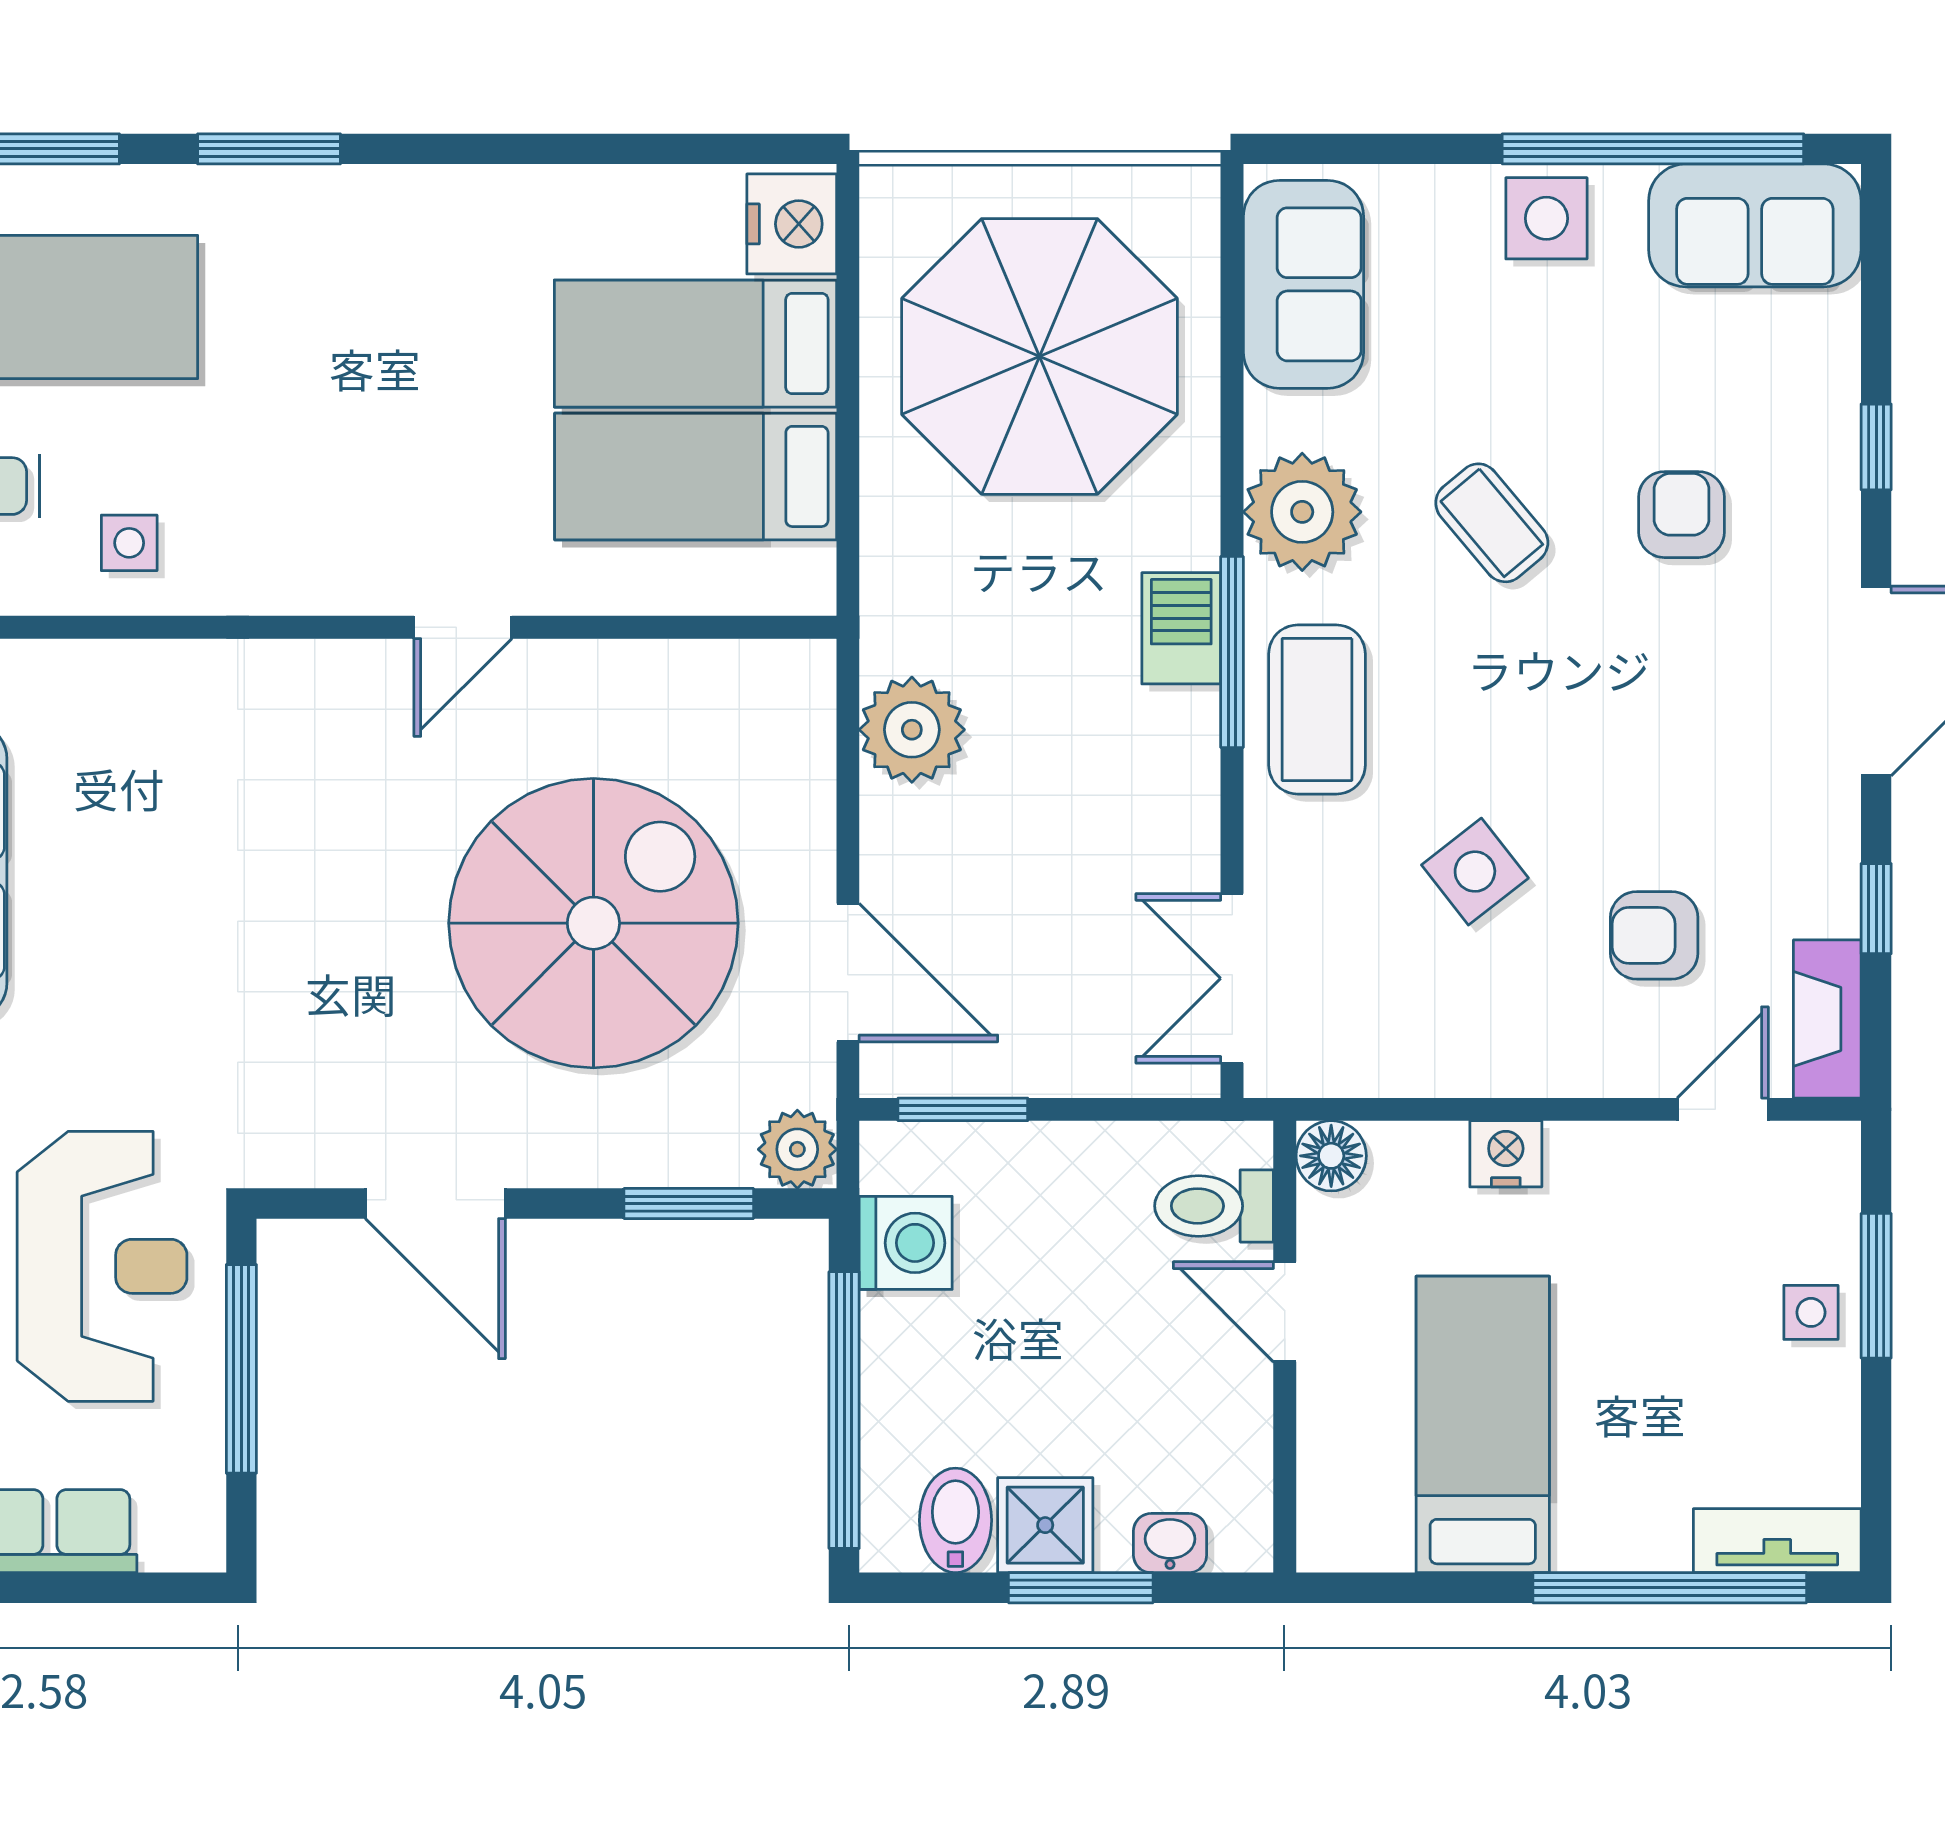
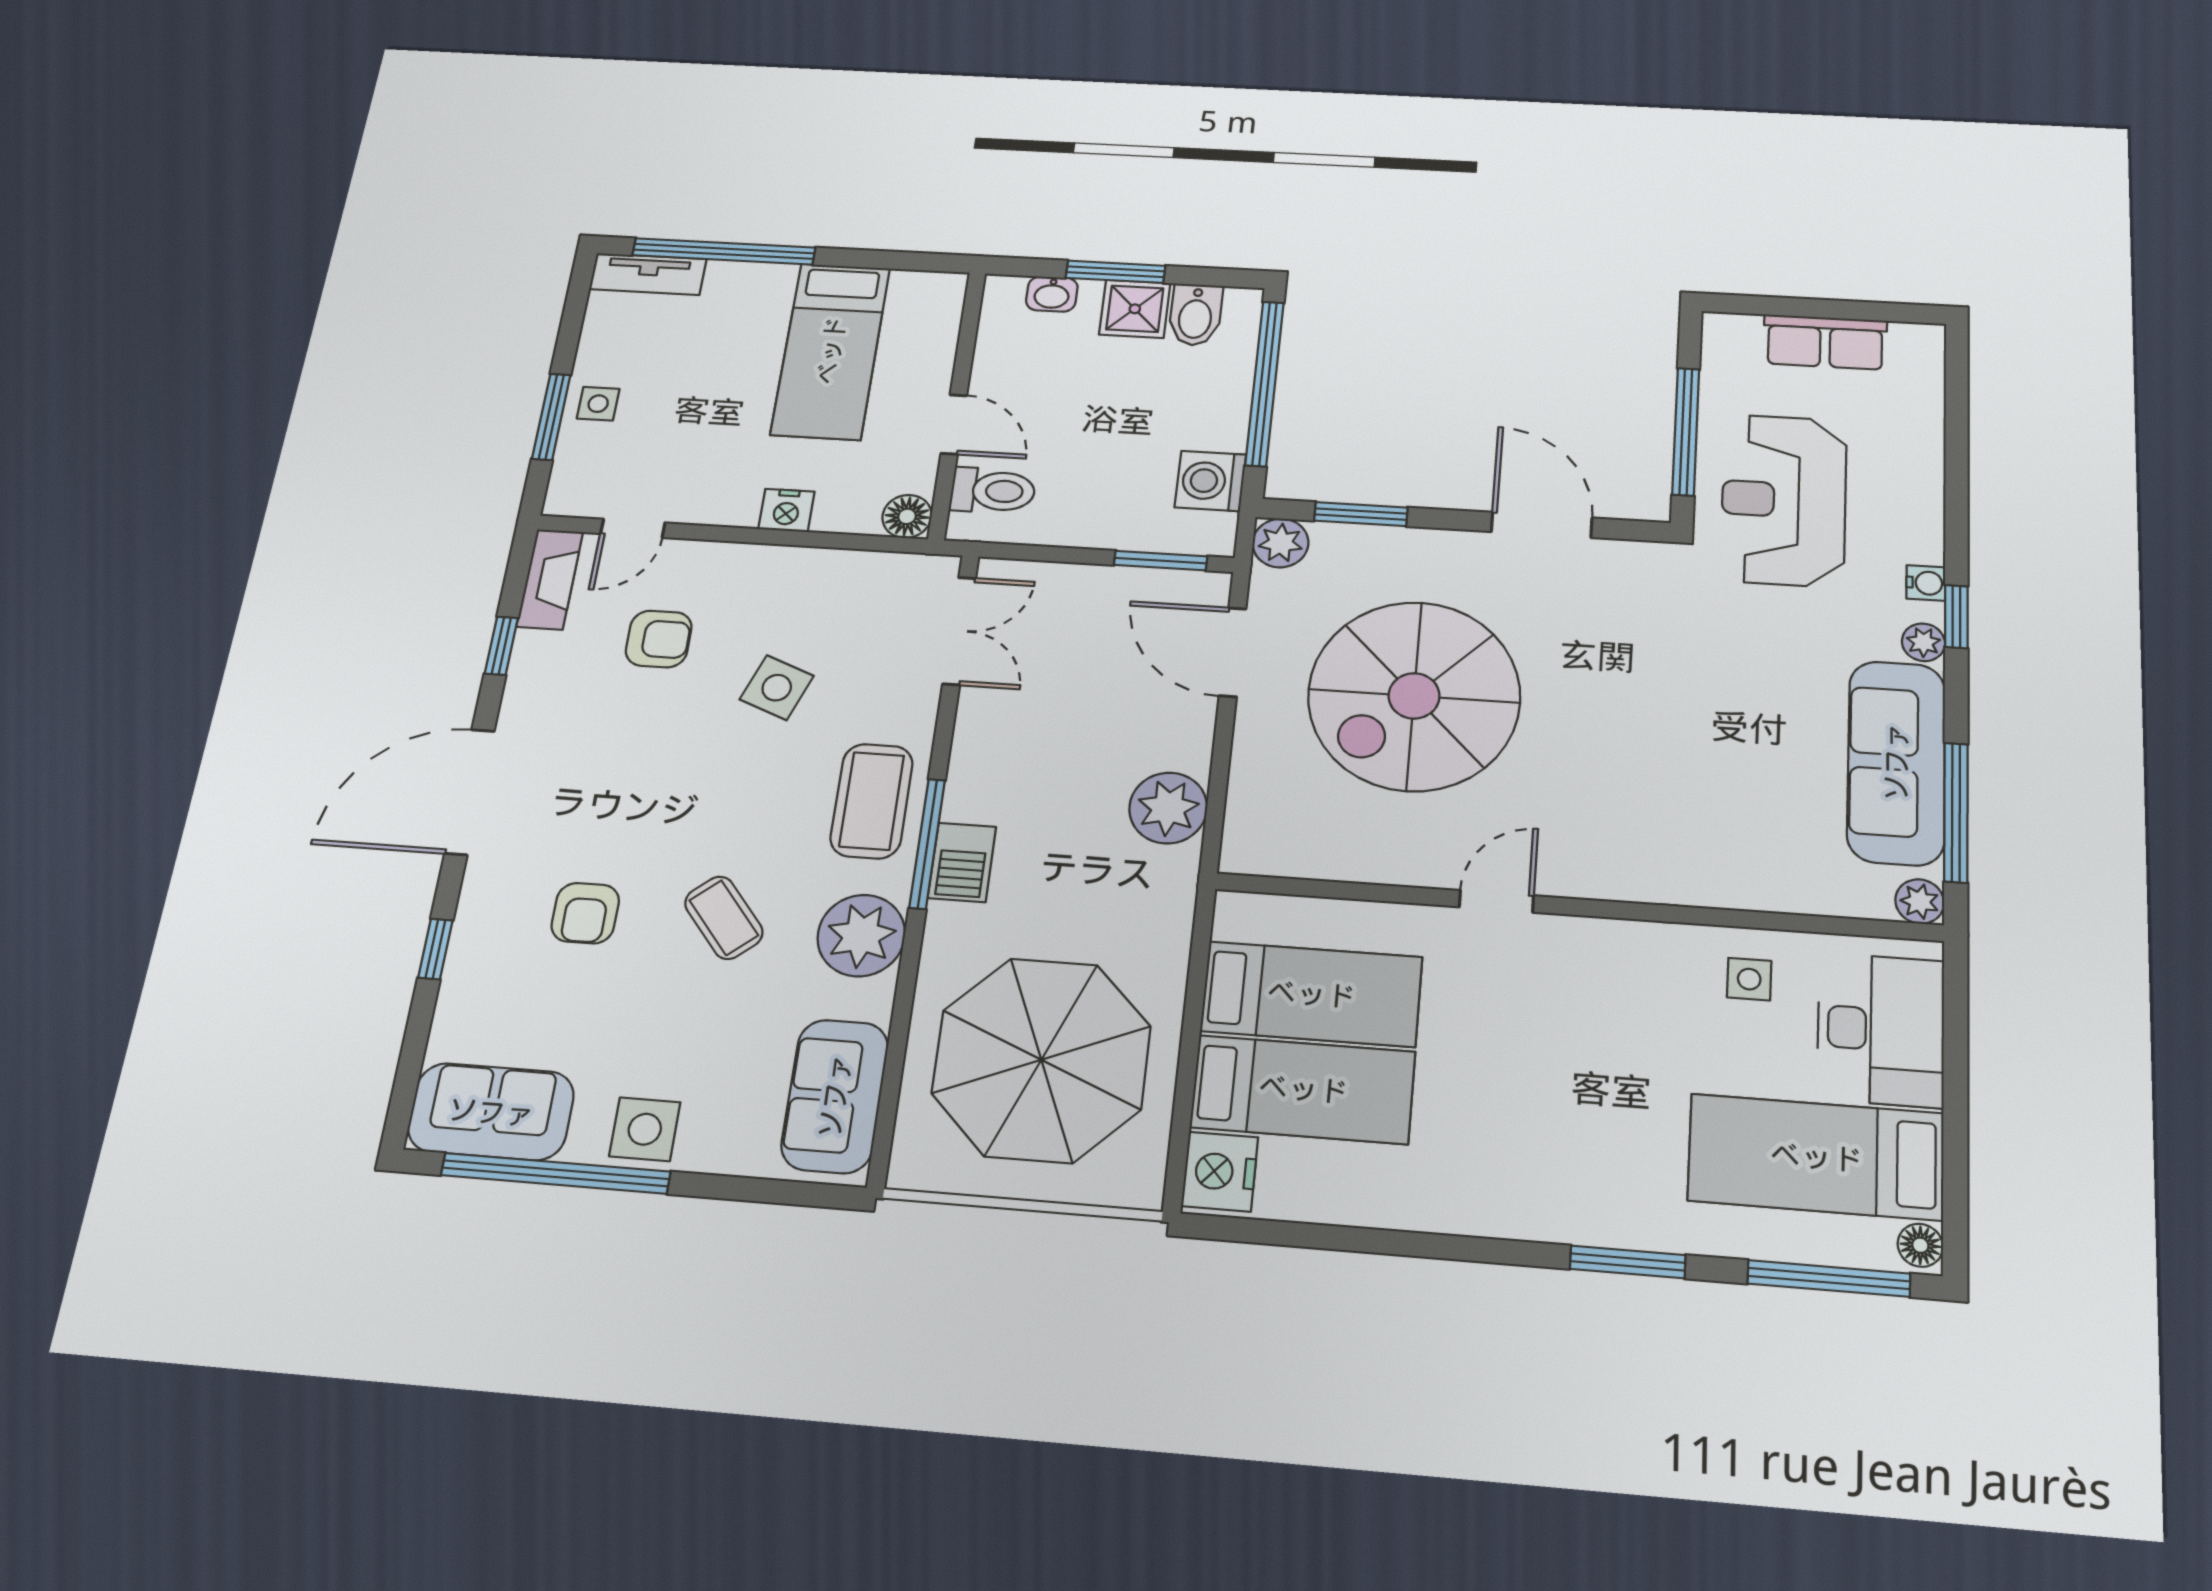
side table: (1475, 872) -> (777, 688), turned -31

